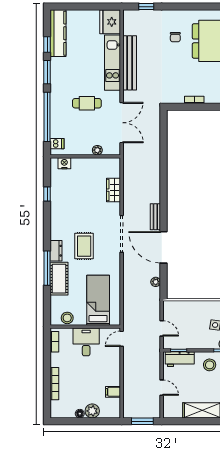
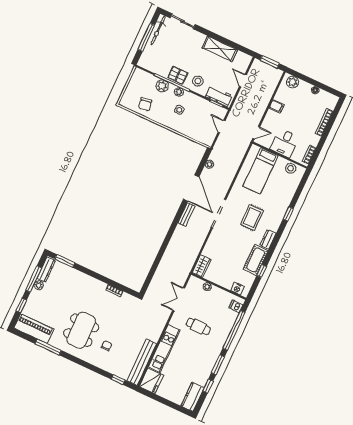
kitchen counter: (58, 33) -> (193, 397), width x0.67
bench: (130, 63) -> (142, 362), moved
double door: (122, 123) -> (179, 299), width x0.73
wardrobe: (113, 190) -> (202, 266), moved
dresser: (56, 251) -> (268, 239), moved
window: (47, 268) -> (288, 214), width x0.46
cot: (59, 279) -> (256, 260), moved
filing cabinet: (113, 392) -> (277, 106), moved
plant: (92, 411) -> (293, 82), moved

